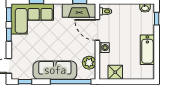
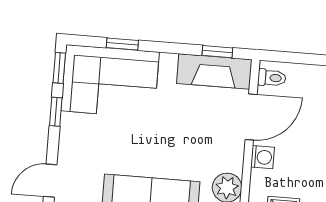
door: (97, 30) -> (251, 117), swing flipped

